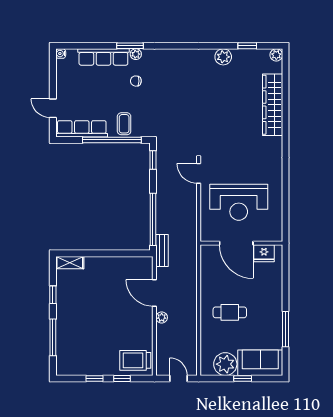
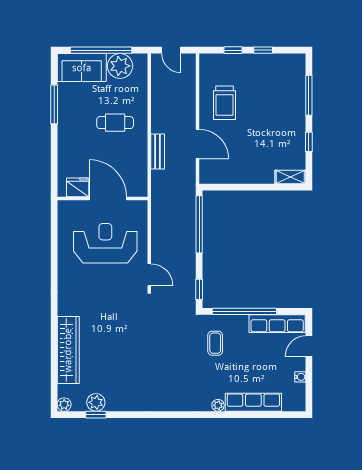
window: (130, 46) -> (224, 415), removed
water cooler: (61, 54) -> (300, 377), moved
plant: (223, 57) -> (96, 402), moved
chair: (136, 81) -> (218, 376), removed
door: (53, 108) -> (309, 346), swing flipped
coffee table: (124, 124) -> (215, 343), moved
bench: (162, 250) -> (158, 152), moved
plant: (162, 317) -> (190, 117), removed
trolley: (135, 360) -> (224, 103), moved, turned 90
window: (243, 379) -> (101, 50), width x3.17

